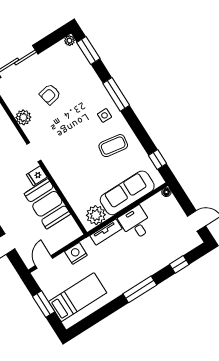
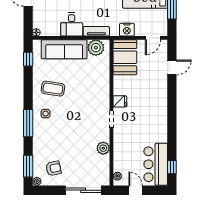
armchair: (50, 94) -> (53, 168), moved
booth: (47, 204) -> (125, 57), moved

